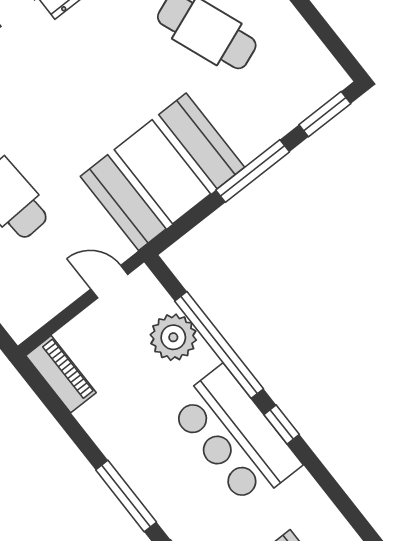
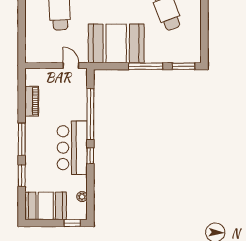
plant: (173, 337) -> (82, 197), moved, width x0.53, depth x0.53
piano: (61, 374) -> (32, 101), moved

